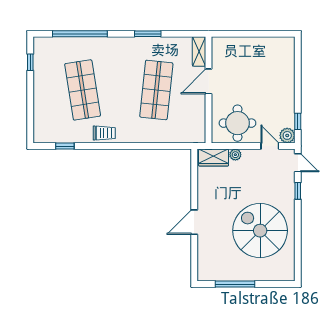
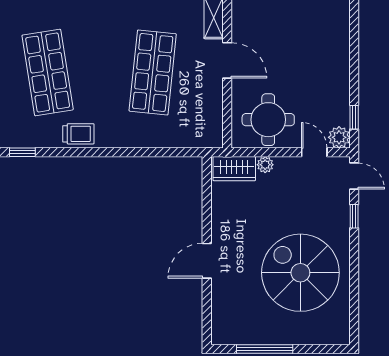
door: (209, 81) -> (227, 60), swing flipped

